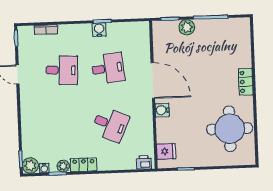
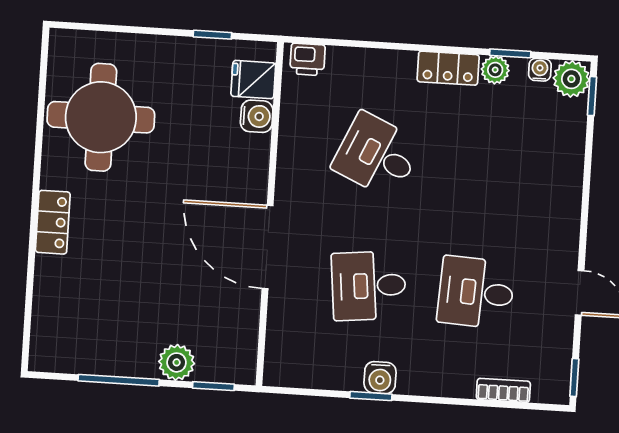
water cooler: (162, 110) -> (257, 116), moved

